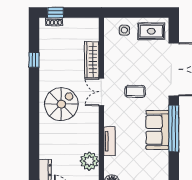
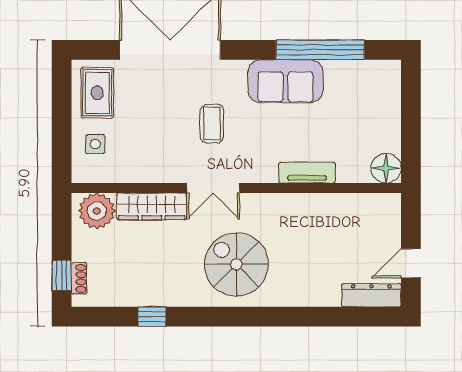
window: (174, 129) -> (320, 50), moved
plant: (89, 161) -> (97, 211), moved

